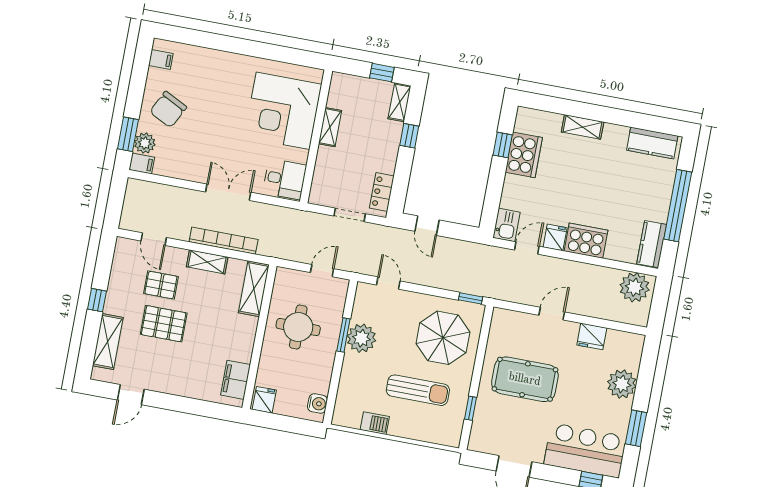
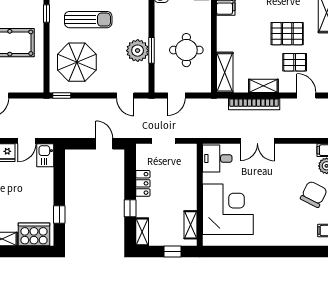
window: (382, 73) -> (173, 252), moved
shelving: (330, 127) -> (191, 225), moved
cooker: (524, 155) -> (34, 234), moved, turned 90
locker: (382, 192) -> (143, 183), moved
sun lounger: (418, 390) -> (88, 20), turned 180

